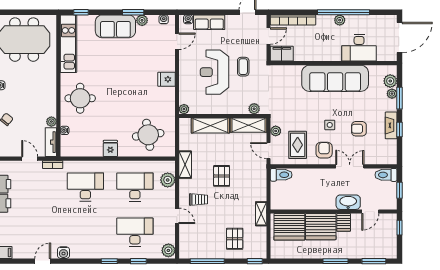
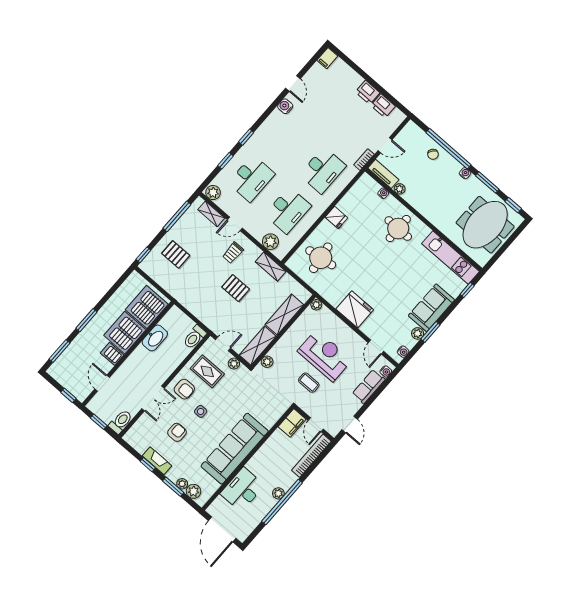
fridge: (167, 79) -> (355, 309), width x1.88, depth x1.34
washbasin: (348, 202) -> (155, 338), moved
shelving: (261, 214) -> (211, 214), moved

